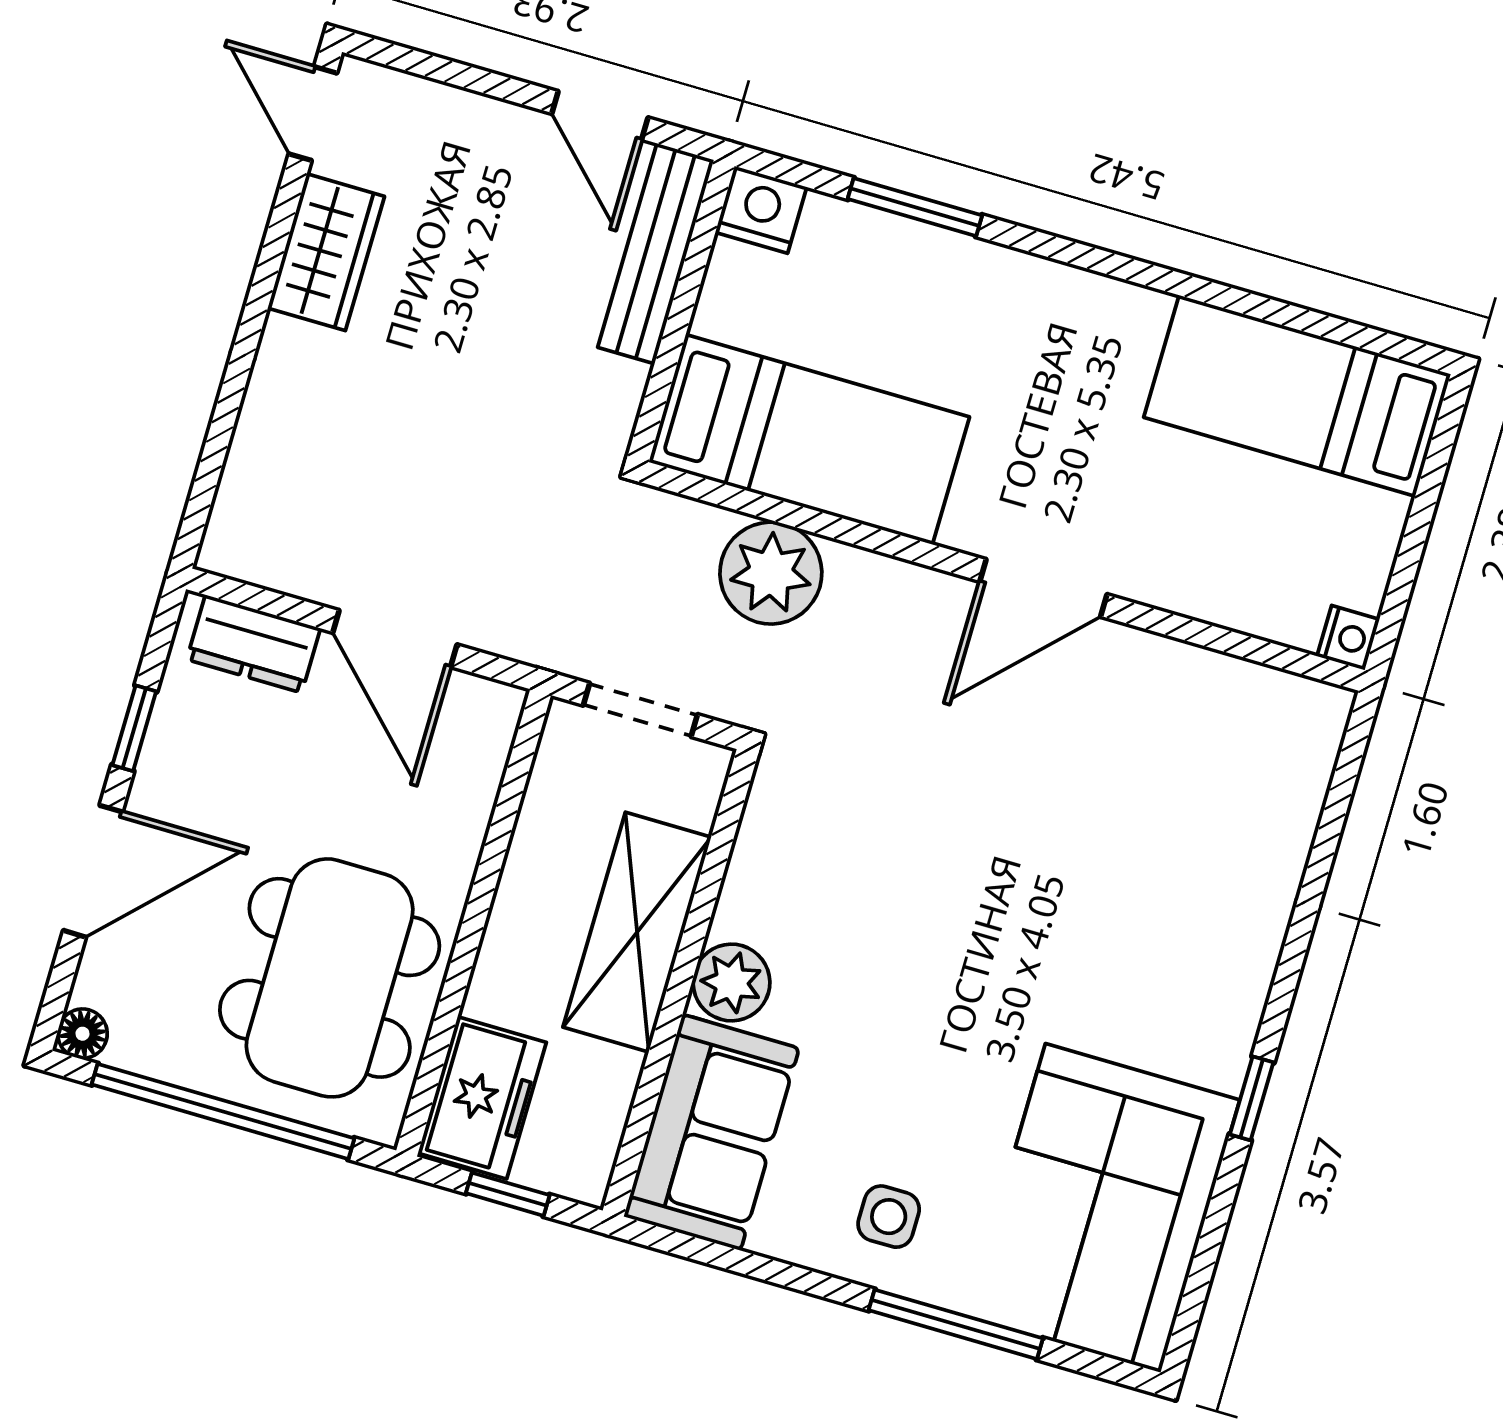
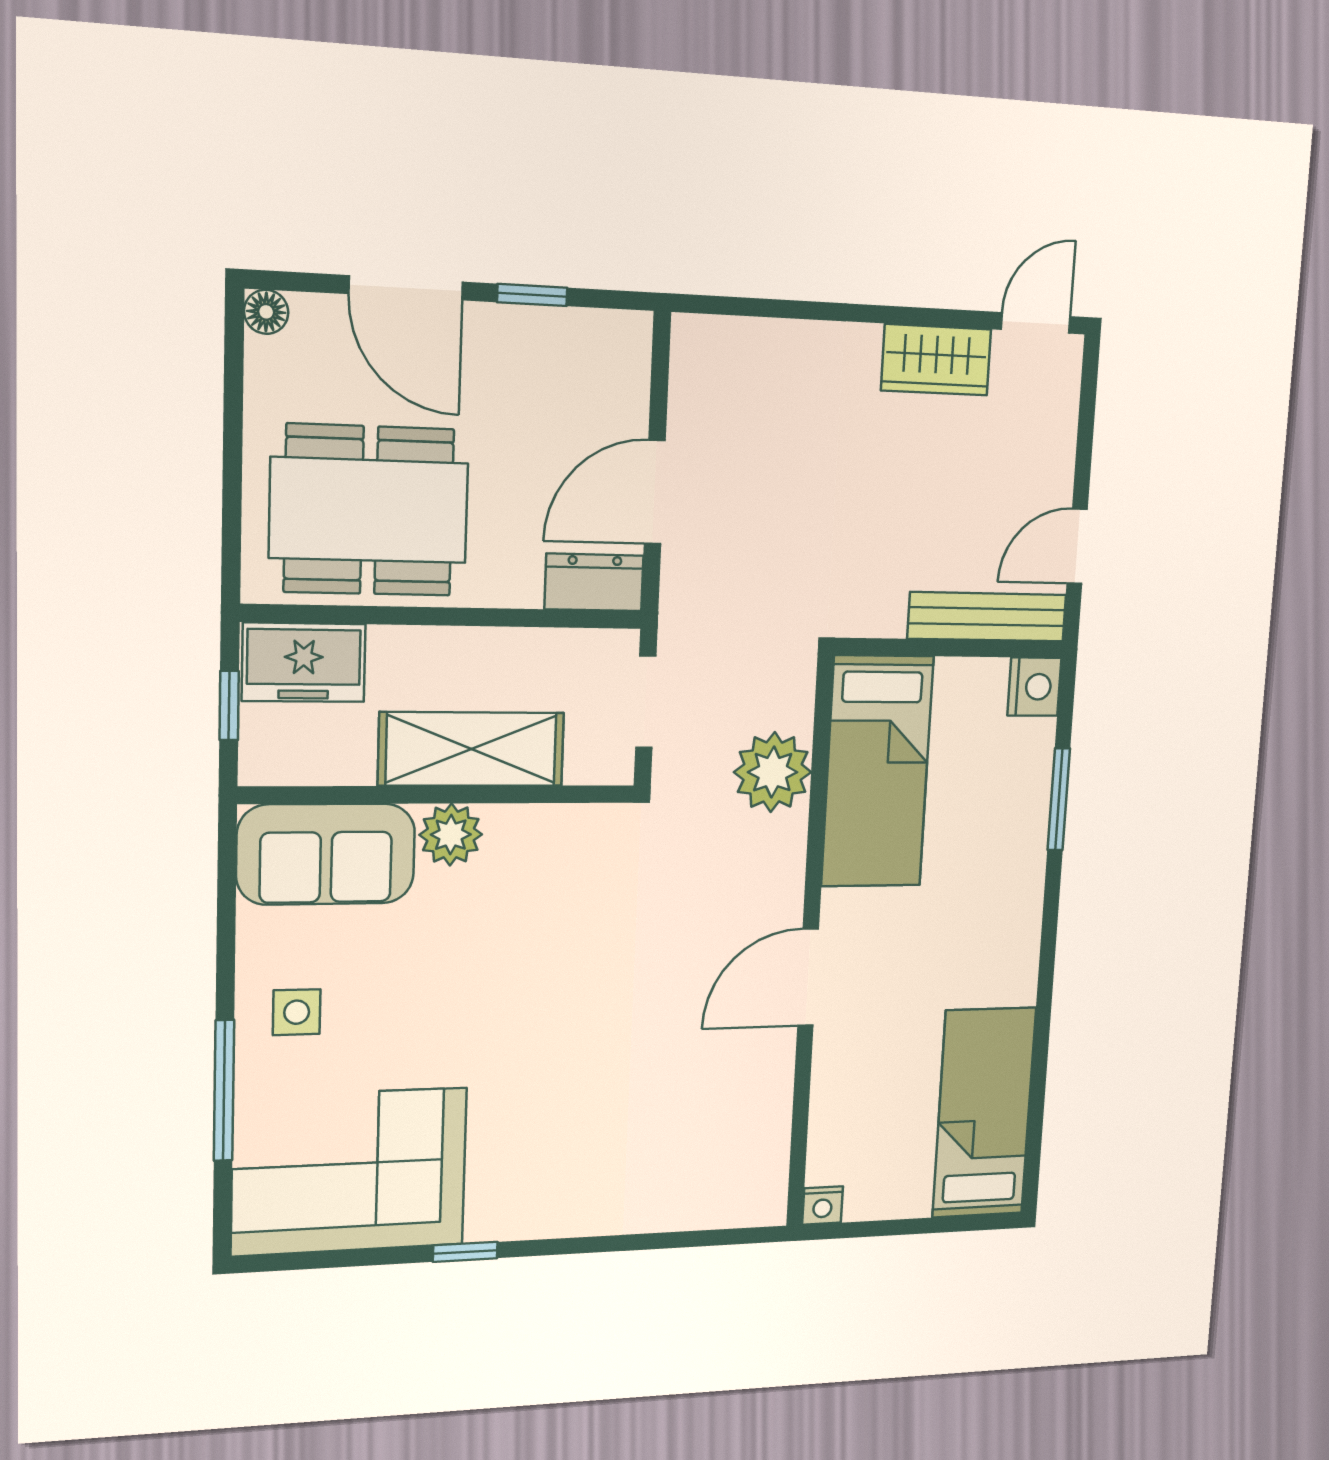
door: (1043, 588) -> (808, 977), hinge flipped
dresser: (254, 644) -> (594, 582), moved, turned 90
window: (223, 1111) -> (233, 449), removed

